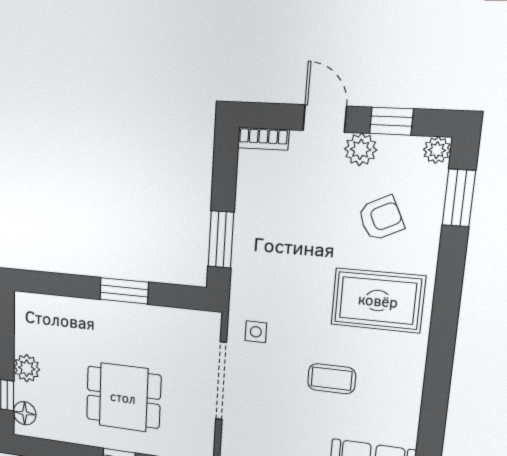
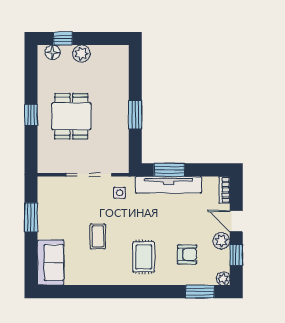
door: (325, 118) -> (236, 221), swing flipped
armchair: (381, 218) -> (187, 254), turned -64
tv unit: (247, 243) -> (168, 185), added
rug: (378, 300) -> (144, 257), width x0.73, depth x0.70

